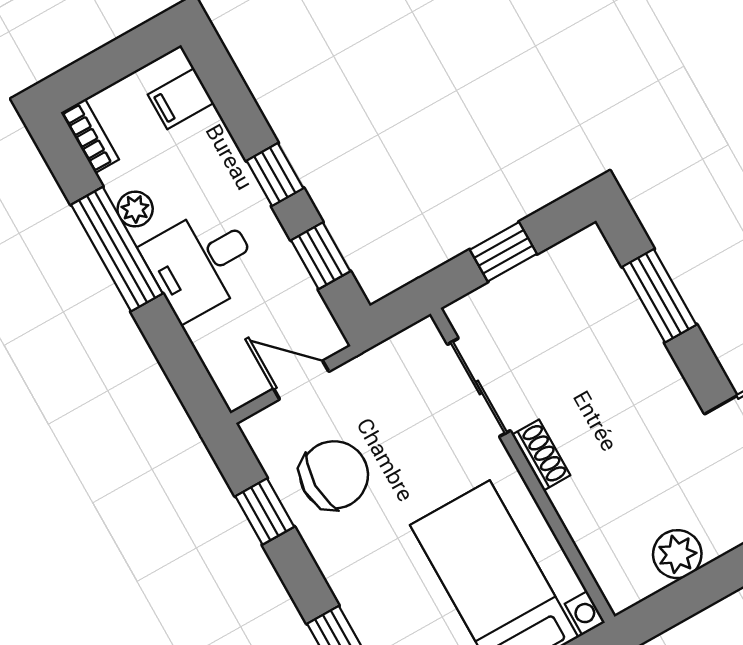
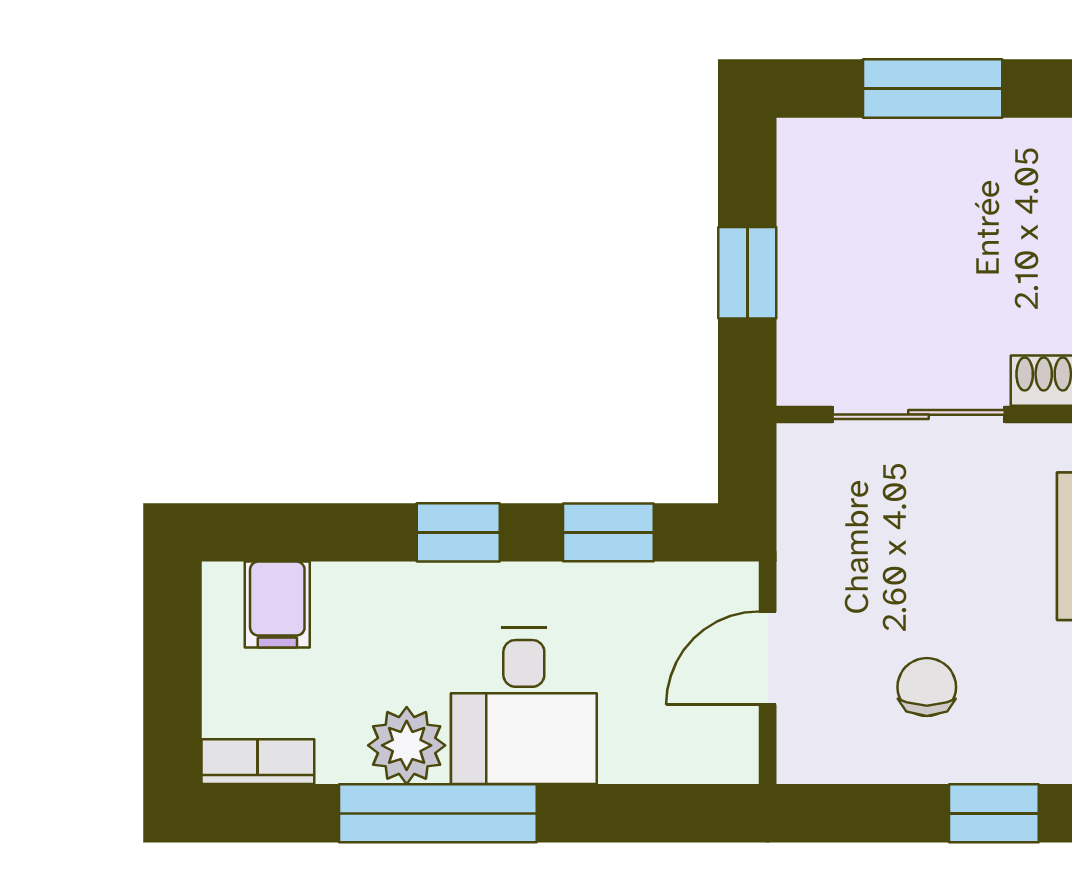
plant: (135, 209) -> (407, 745), width x1.38, depth x1.38
chair: (334, 475) -> (927, 687), width x0.54, depth x0.54
window: (265, 511) -> (994, 813), moved

